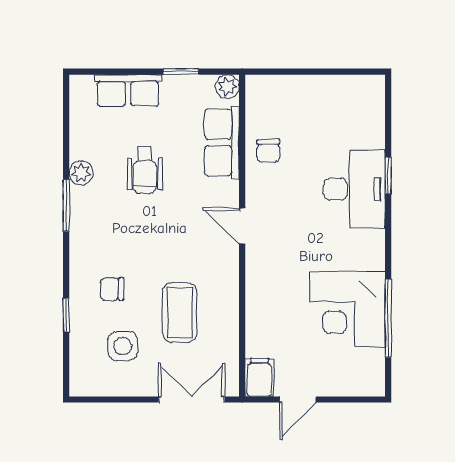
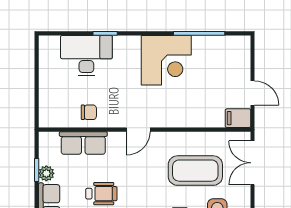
plant: (227, 86) -> (46, 173), moved
desk: (354, 189) -> (86, 56), moved
corner desk: (347, 309) -> (166, 60), moved
coffee table: (180, 313) -> (195, 171), width x1.36, depth x1.32

